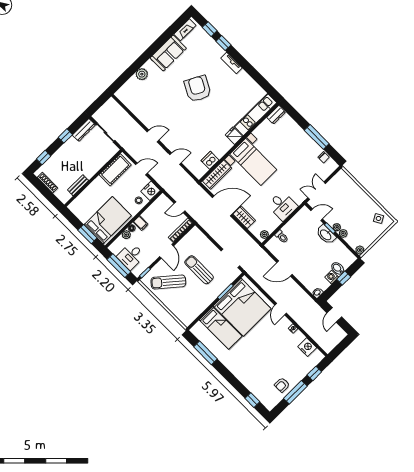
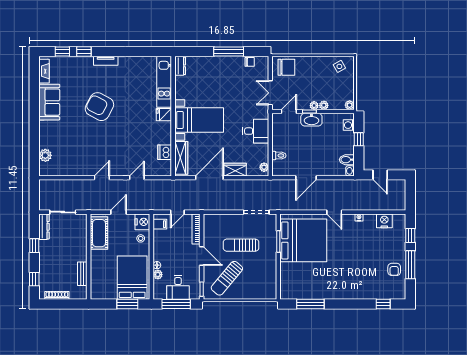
plant: (142, 74) -> (45, 155), moved
chair: (344, 185) -> (286, 67), added
filing cabinet: (141, 223) -> (160, 224), moved
bidet: (338, 268) -> (347, 160), moved
washing machine: (332, 277) -> (349, 125), moved
bed: (221, 328) -> (303, 273), removed

